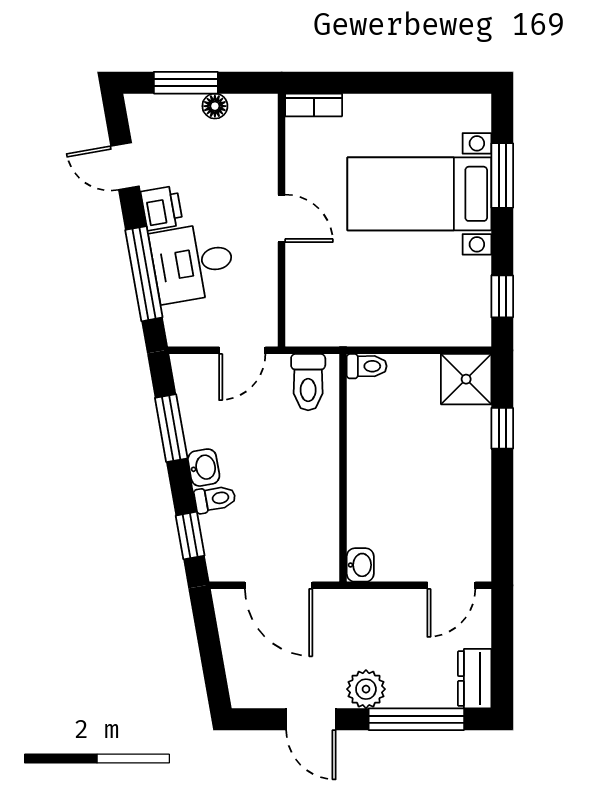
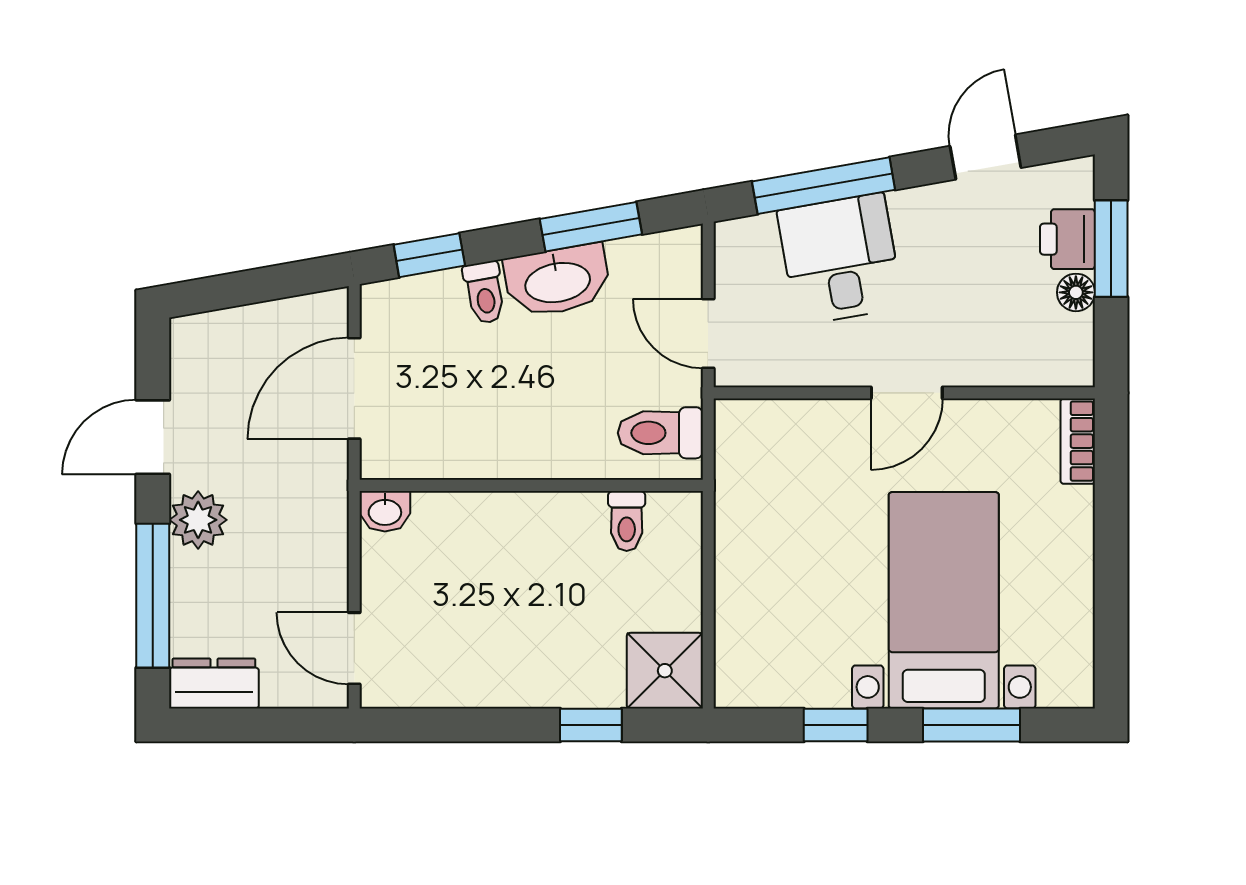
printer: (162, 208) -> (1067, 239), moved, turned 100
window: (502, 296) -> (836, 725), moved
toilet: (367, 366) -> (627, 521), moved
washbasin: (204, 468) -> (557, 281), width x1.91, depth x1.45

